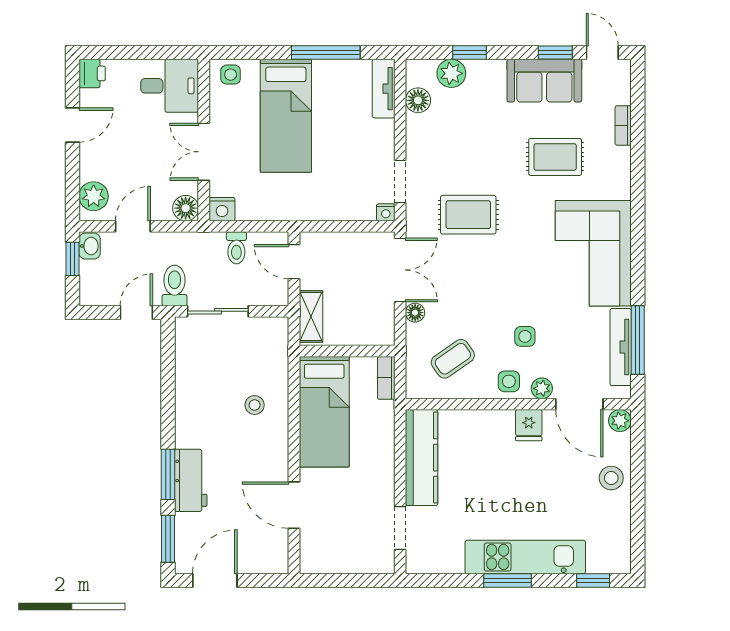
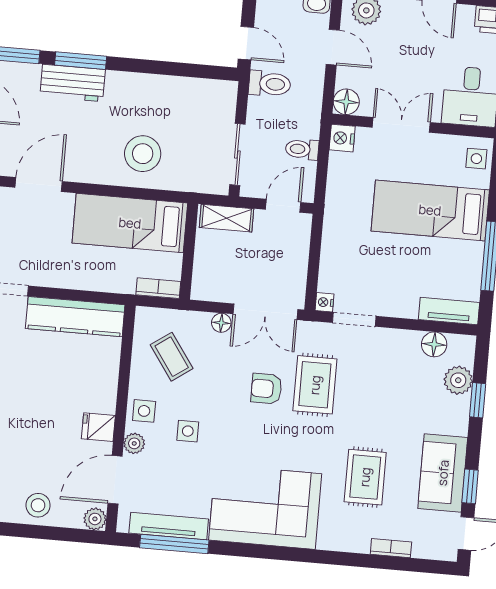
armchair: (476, 262) -> (266, 389), added
sliding door: (218, 311) -> (237, 154), moved
stool: (255, 405) -> (143, 154), width x1.89, depth x1.89

